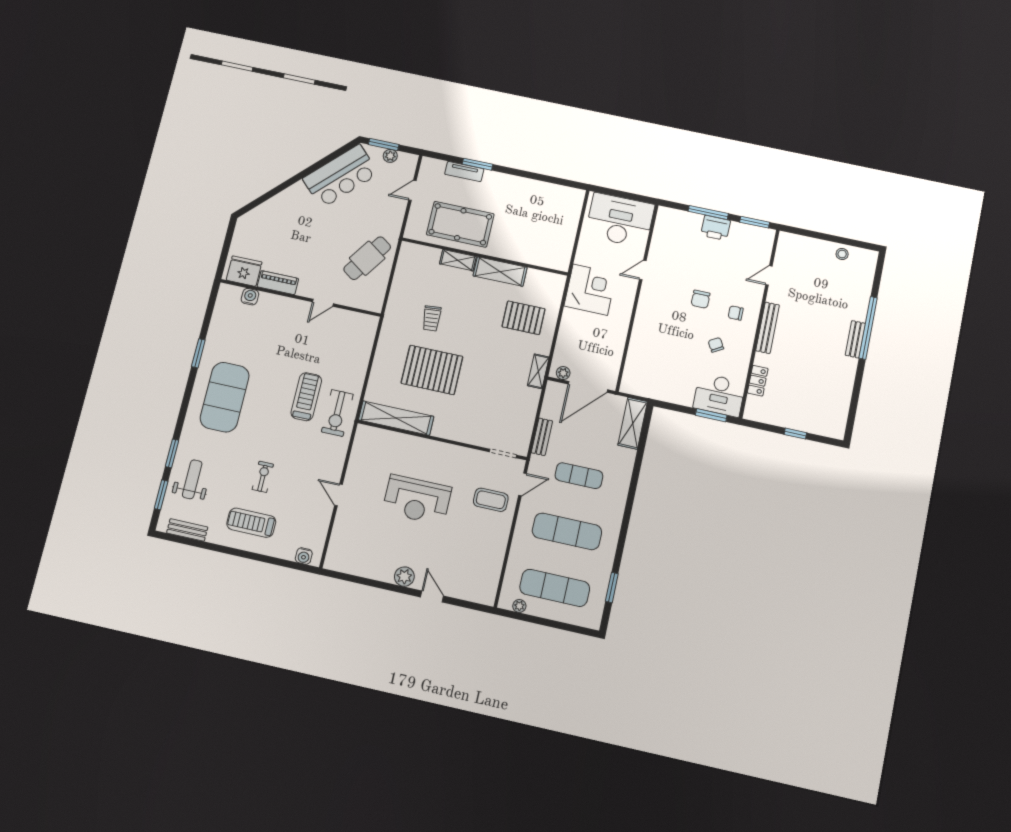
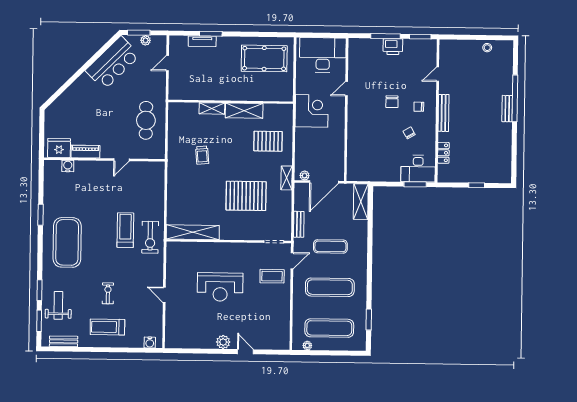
pool table: (460, 224) -> (264, 58), moved
cafe table: (367, 258) -> (146, 120), turned -35
pallet: (432, 370) -> (246, 196), moved

